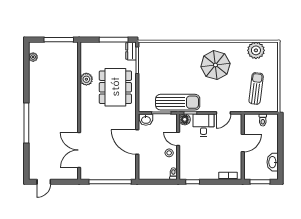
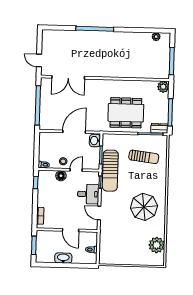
plant: (86, 79) -> (163, 87), moved
sun lounger: (256, 88) -> (144, 157), moved
floor lamp: (185, 119) -> (61, 176), moved
double door: (79, 150) -> (68, 77), swing flipped
washbasin: (273, 162) -> (63, 258), moved
door: (44, 182) -> (39, 61), moved

